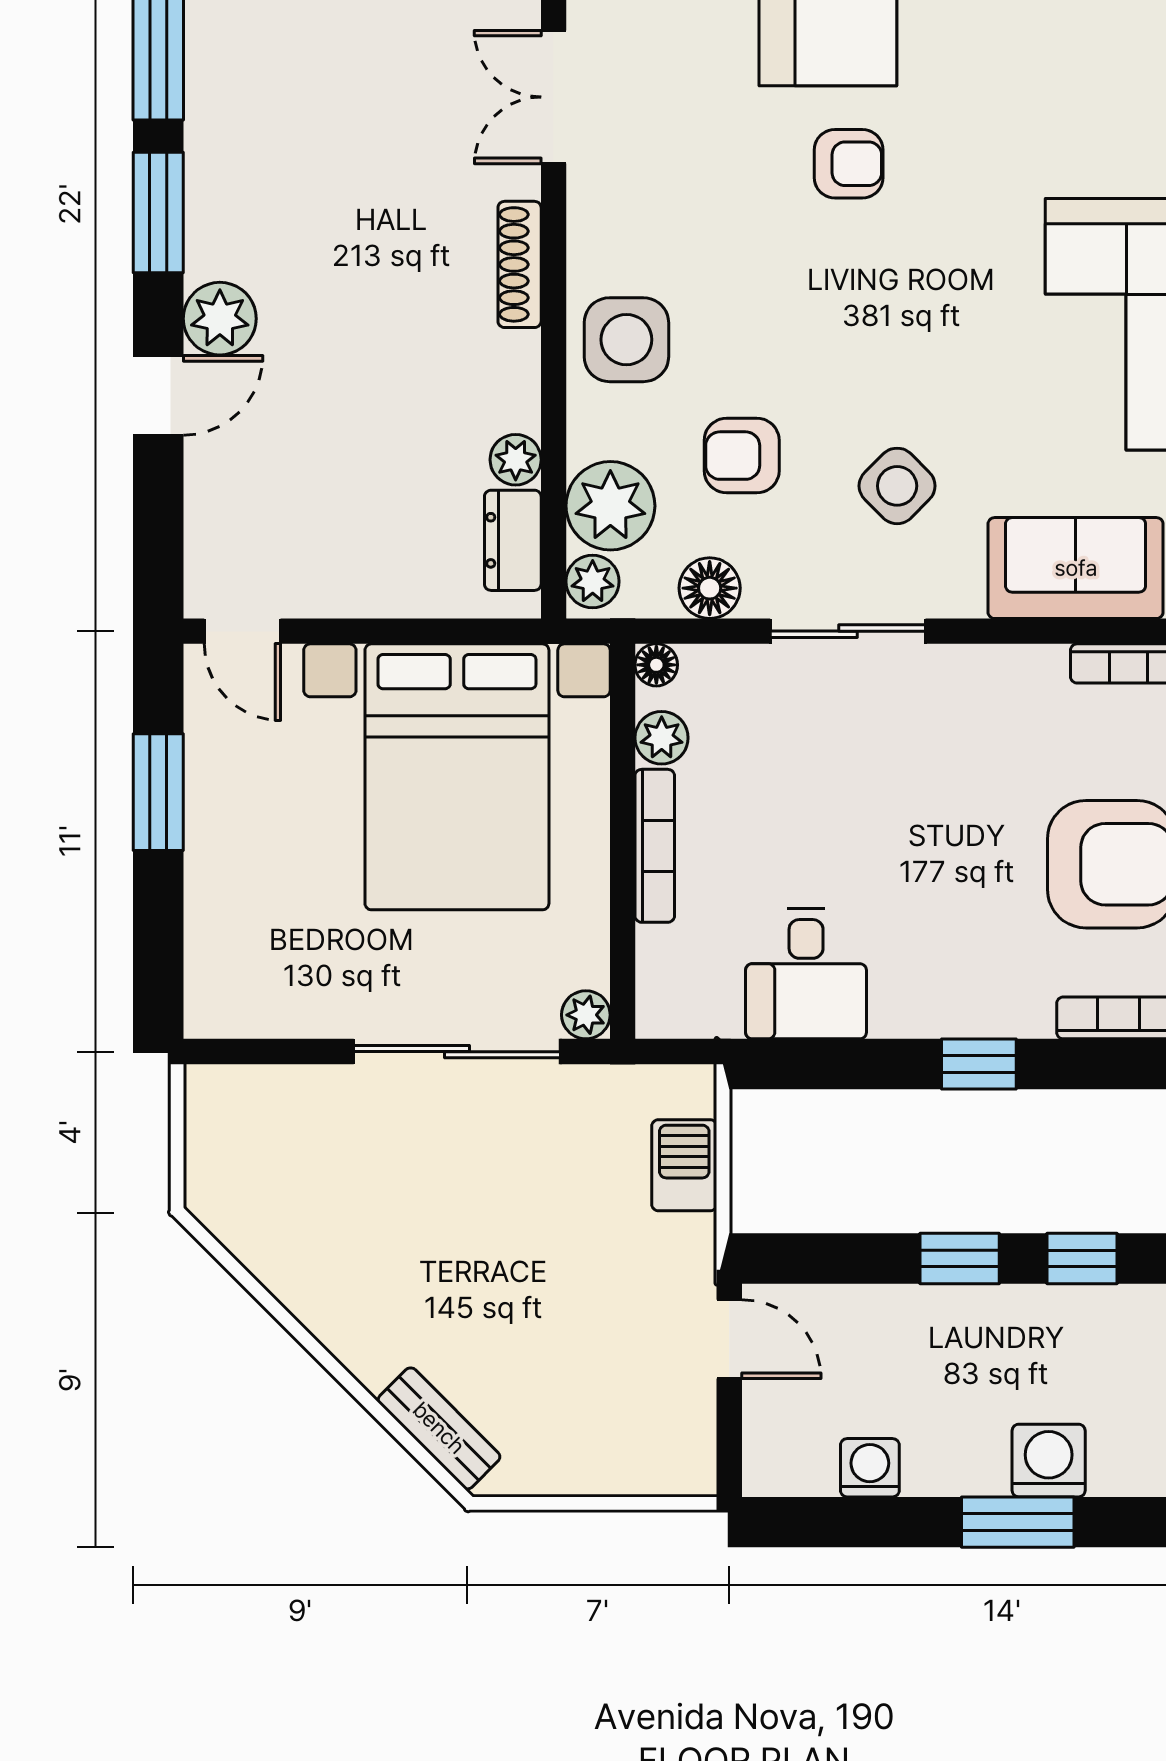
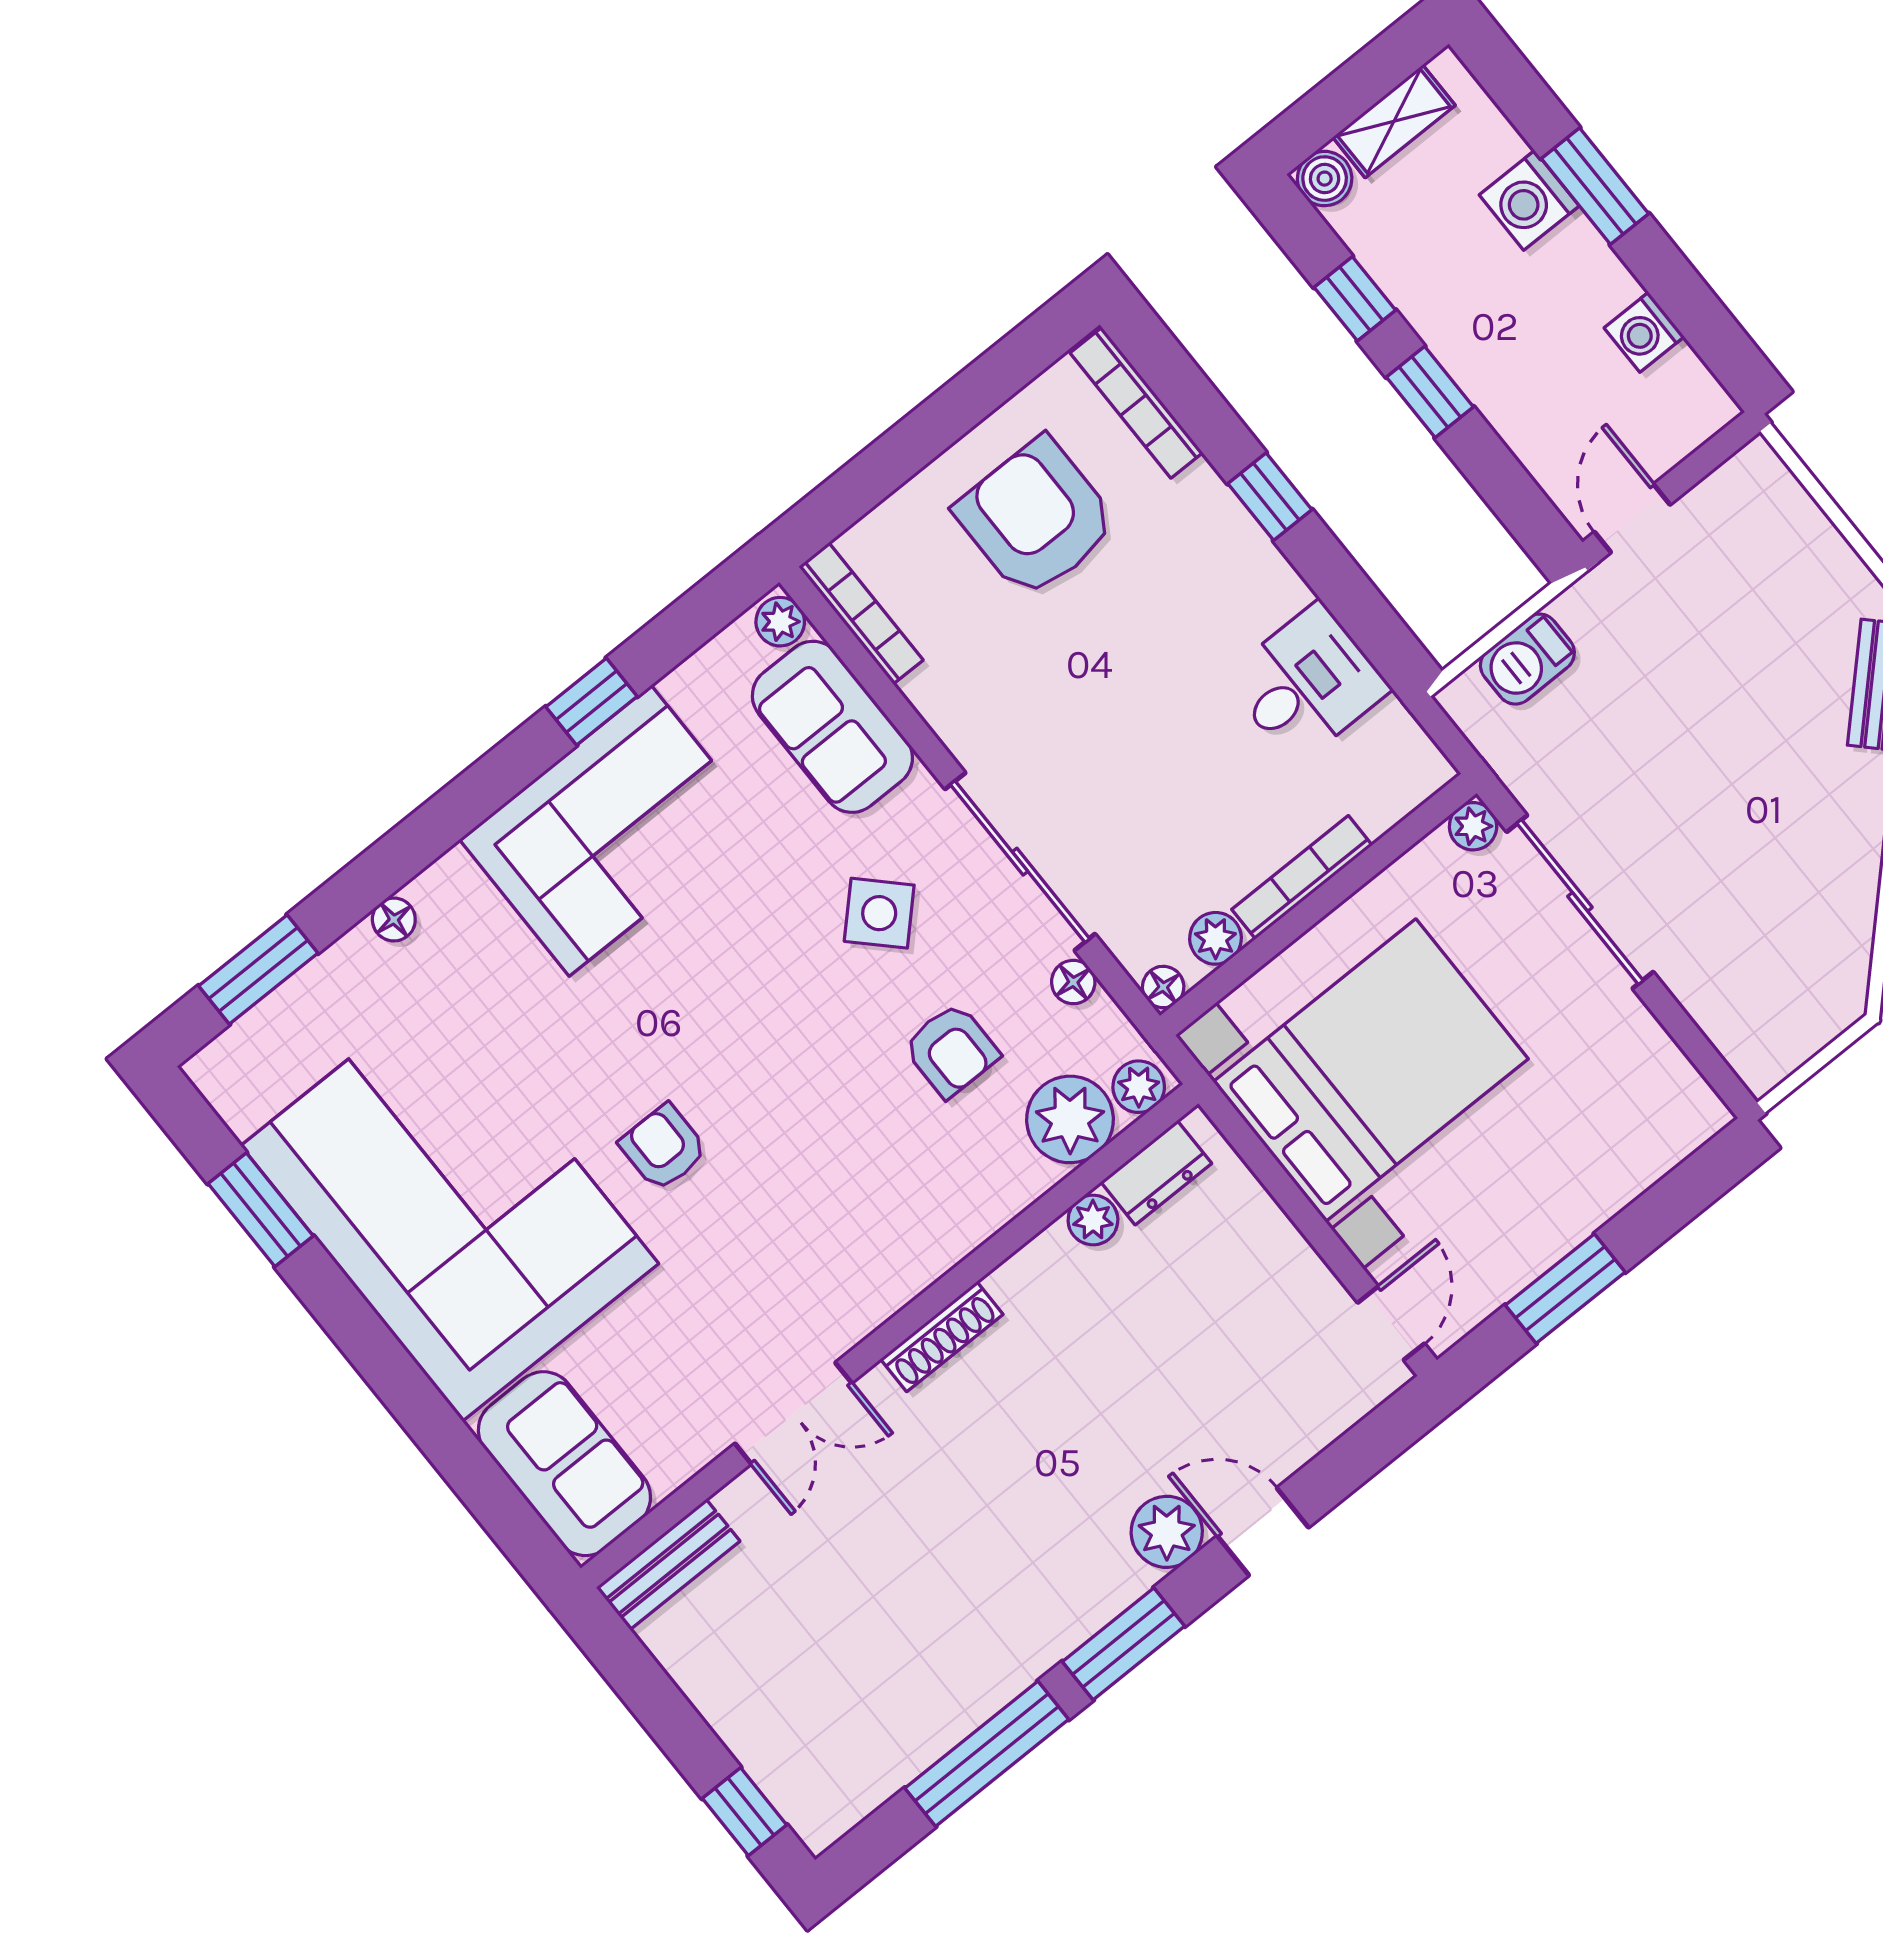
side table: (626, 340) -> (934, 1209), removed
floor lamp: (710, 588) -> (1073, 982), width x0.73, depth x0.73
sliding door: (848, 631) -> (1020, 862), width x1.37

